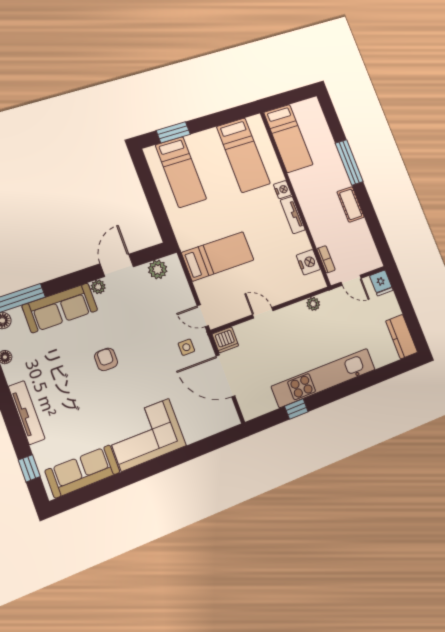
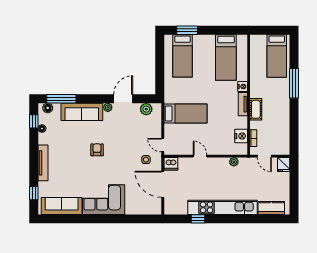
bed: (288, 138) -> (277, 56), moved
cot: (351, 204) -> (256, 109), moved
kitchen counter: (402, 337) -> (271, 208), moved, turned 90

